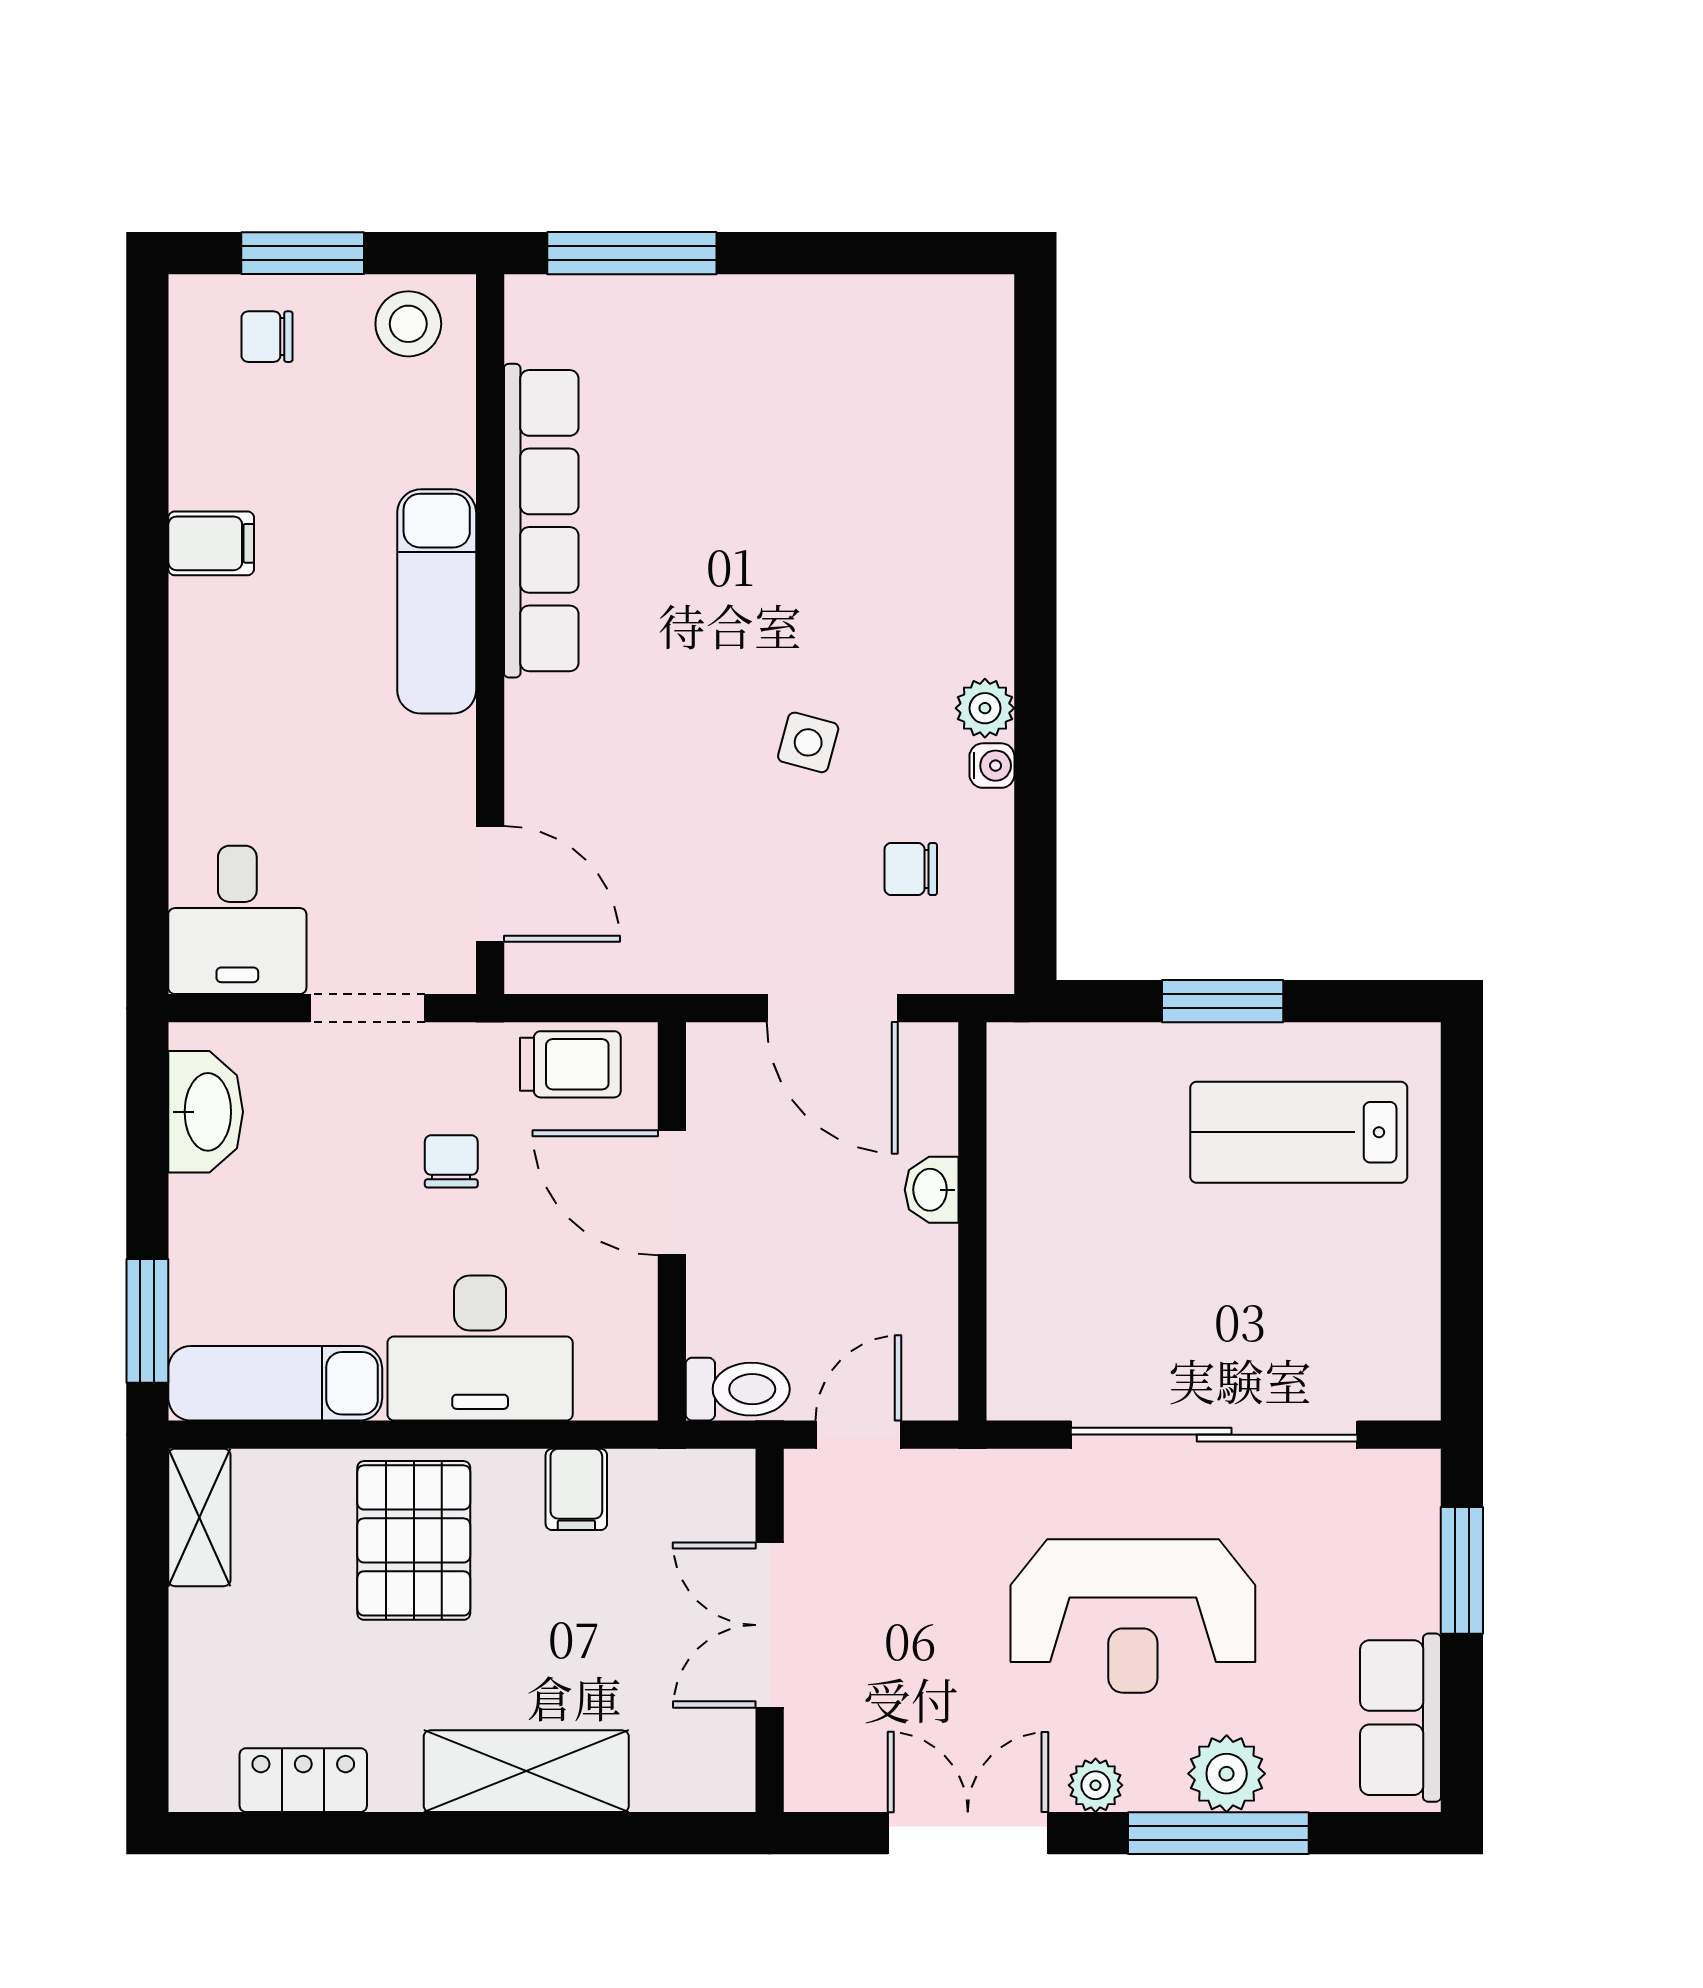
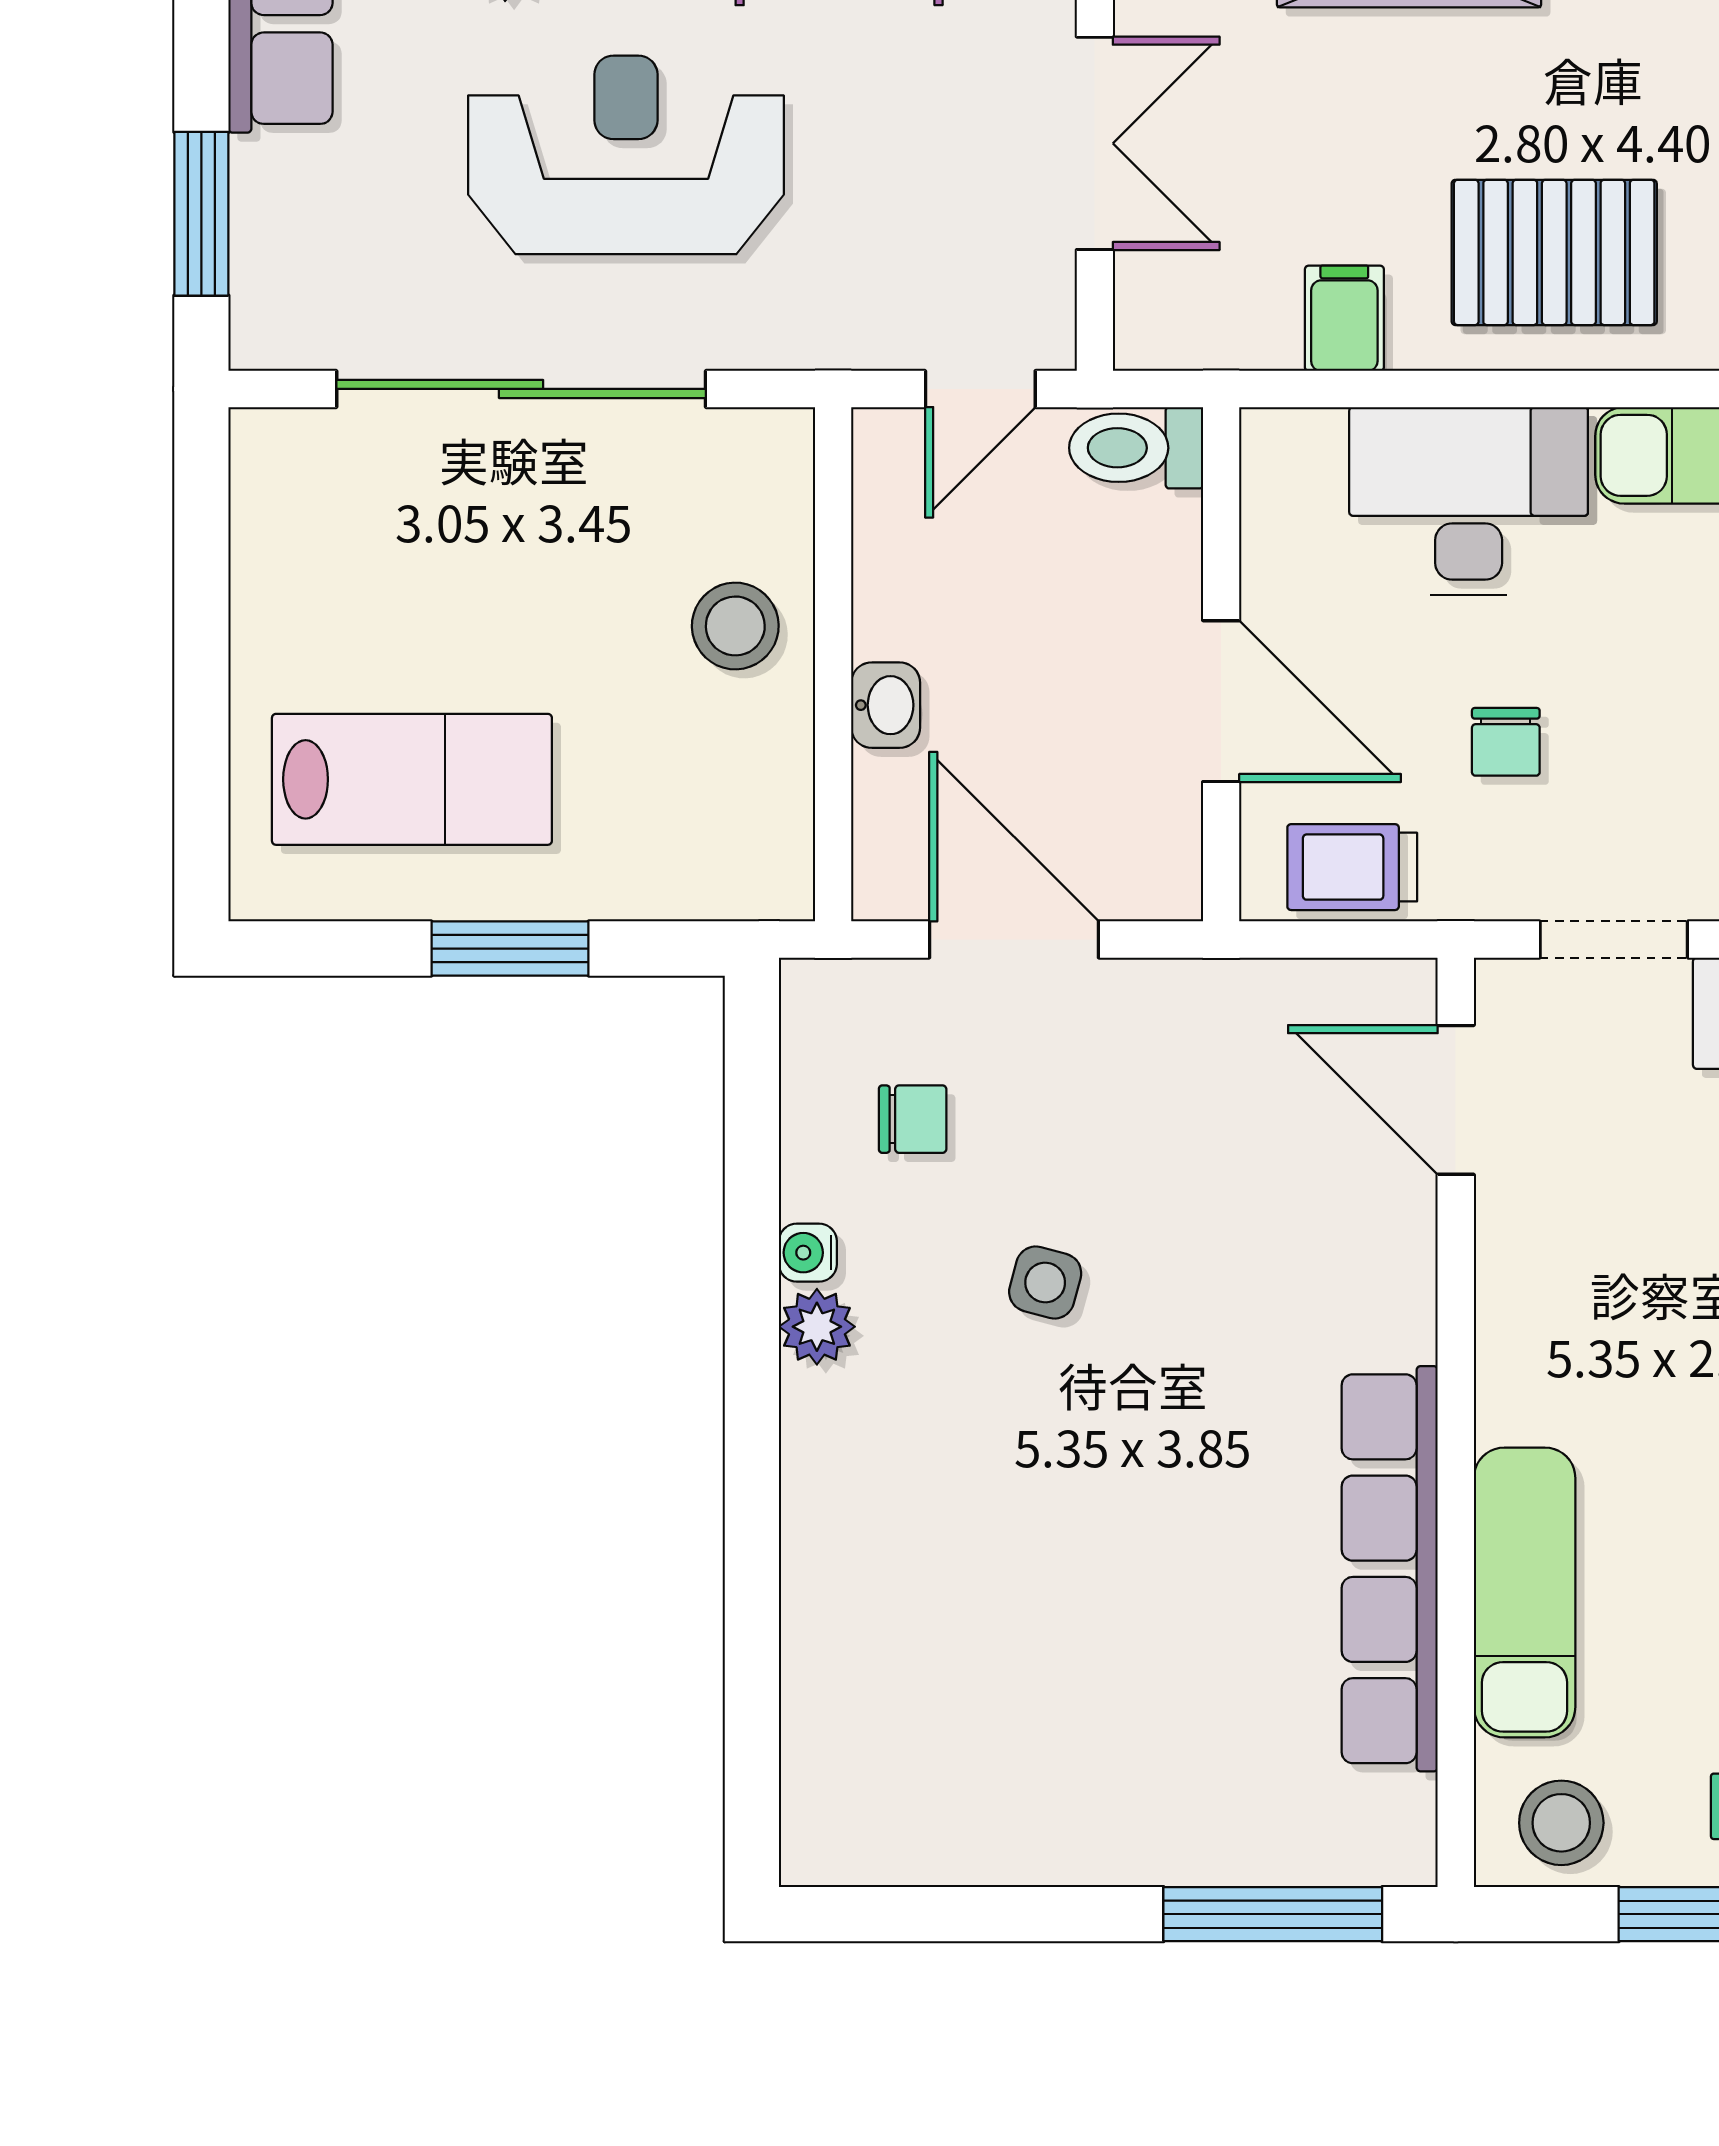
exam couch: (437, 601) -> (1525, 1592), moved
stool: (1048, 1251) -> (735, 626), added
pallet: (414, 1540) -> (1554, 252), turned 90

